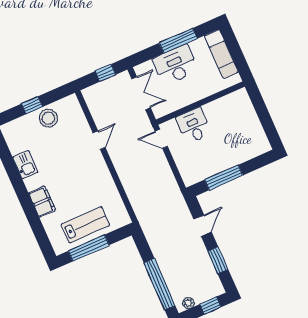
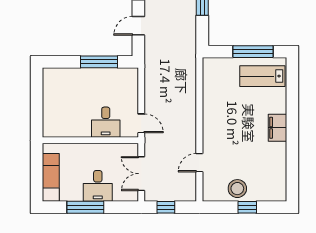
desk: (176, 65) -> (98, 186), width x0.73
door: (99, 140) -> (199, 163), moved
kitchen sink: (25, 165) -> (278, 155), removed
filing cabinet: (42, 202) -> (277, 128), moved
lab bench: (85, 225) -> (262, 76), moved

